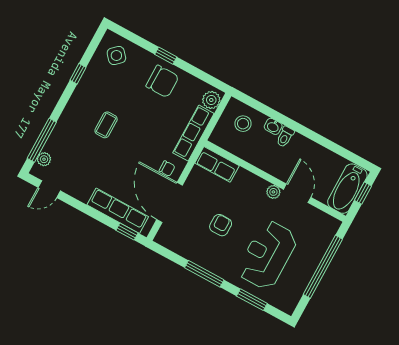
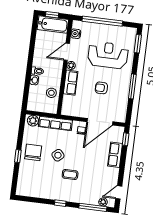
side table: (116, 56) -> (58, 155), moved
window: (78, 74) -> (60, 203), moved
stool: (243, 124) -> (51, 93), moved
row of seats: (217, 164) -> (71, 83), moved
door: (49, 189) -> (119, 192), swing flipped
row of seats: (118, 211) -> (115, 155), width x0.68
water cooler: (319, 218) -> (76, 34), added
reception desk: (267, 255) -> (108, 55), turned 180
window: (252, 300) -> (138, 44), moved

